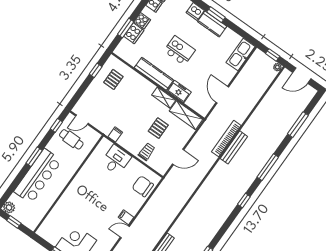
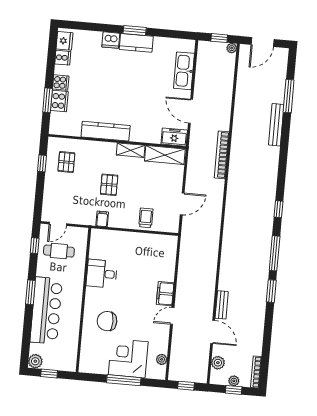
kitchen island: (180, 51) -> (118, 91), removed
kitchen sink: (241, 55) -> (184, 71), moved
freezer: (179, 91) -> (174, 137), moved
pallet: (158, 128) -> (109, 185), moved
bench: (234, 147) -> (276, 125), moved
desk: (116, 160) -> (102, 274), moved, turned -90
window: (268, 167) -> (275, 253), moved
chair: (143, 186) -> (107, 321), moved
filing cabinet: (126, 217) -> (165, 294), width x2.00

